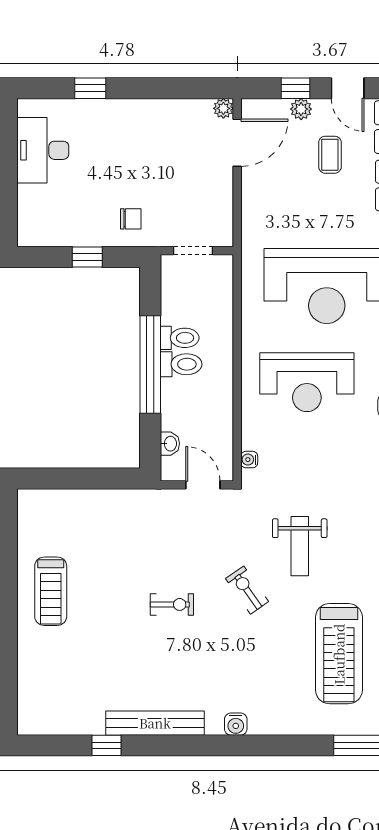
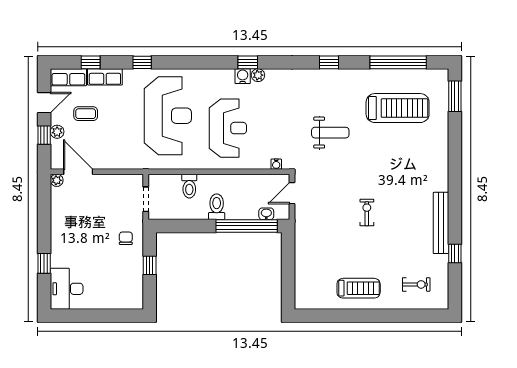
desk: (43, 150) -> (67, 289), moved, turned 90
toilet: (180, 338) -> (189, 186), moved, turned 180
window: (150, 364) -> (247, 226), moved
exercise bike: (247, 590) -> (416, 284), moved, turned -145
water cooler: (236, 724) -> (442, 173), removed

